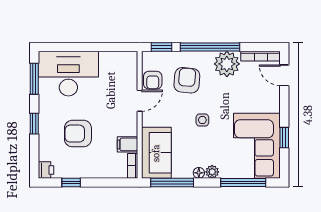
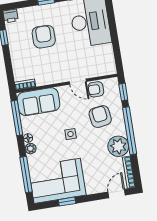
armchair: (187, 80) -> (100, 117), turned -103
filing cabinet: (127, 144) -> (41, 78), removed

